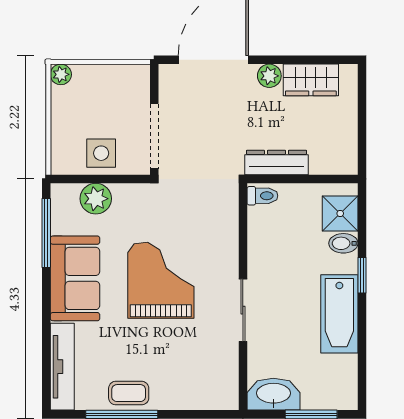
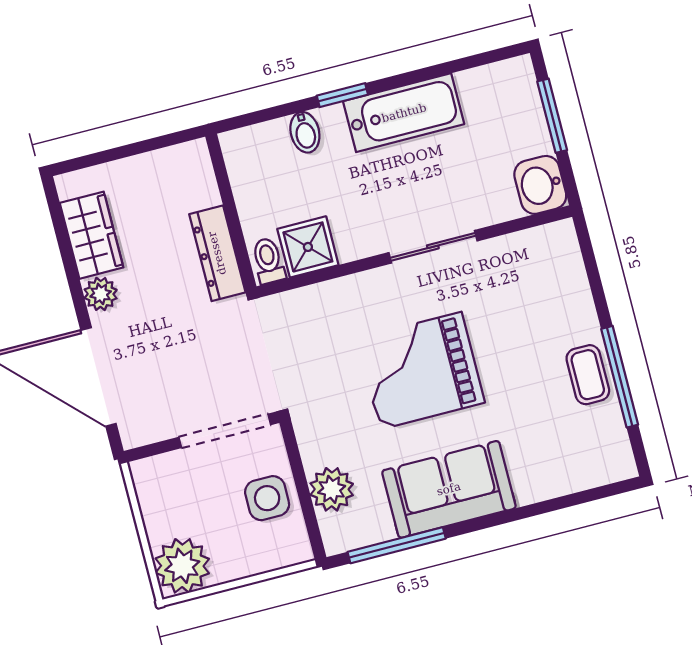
plant: (61, 74) -> (182, 566), width x1.87, depth x1.87
shower: (340, 213) -> (308, 247), moved
tv unit: (62, 367) -> (575, 476), removed
washbasin: (273, 394) -> (540, 185), width x0.72

